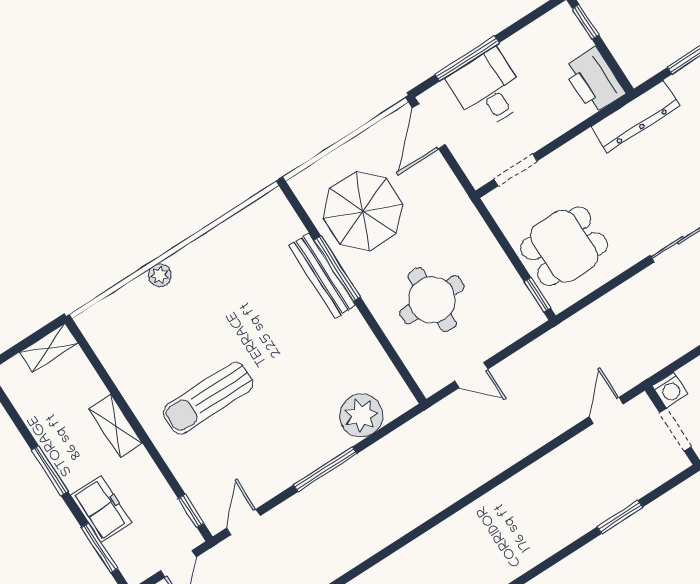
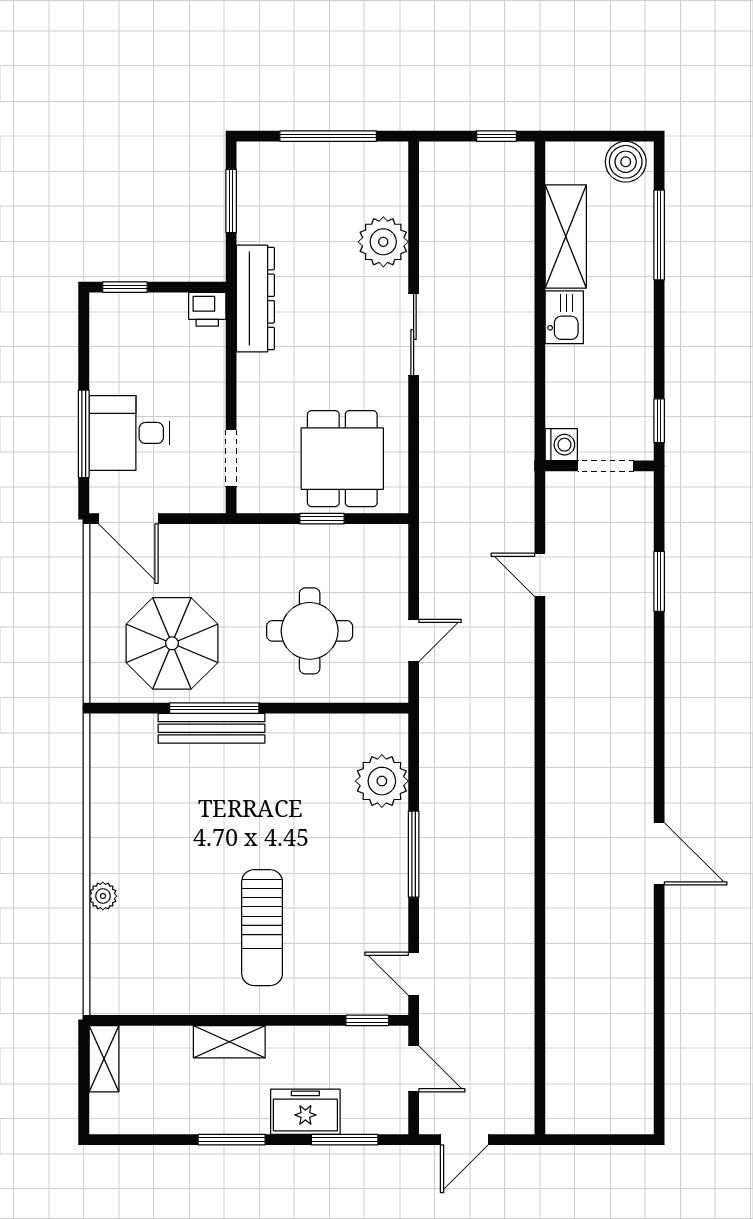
printer: (594, 81) -> (207, 309), width x0.53, depth x0.68
window: (537, 295) -> (322, 519), moved
door: (606, 410) -> (540, 575), moved

